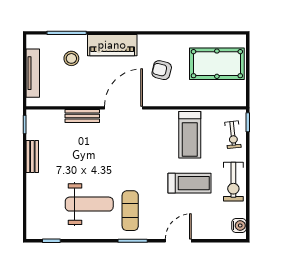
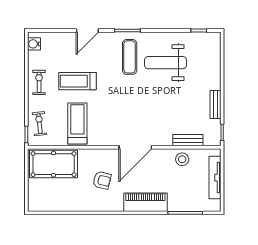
stool: (71, 58) -> (182, 159), moved
pool table: (217, 64) -> (54, 164), moved
bench: (82, 116) -> (188, 140), moved
exercise bike: (233, 182) -> (39, 82), width x0.73, depth x0.72

